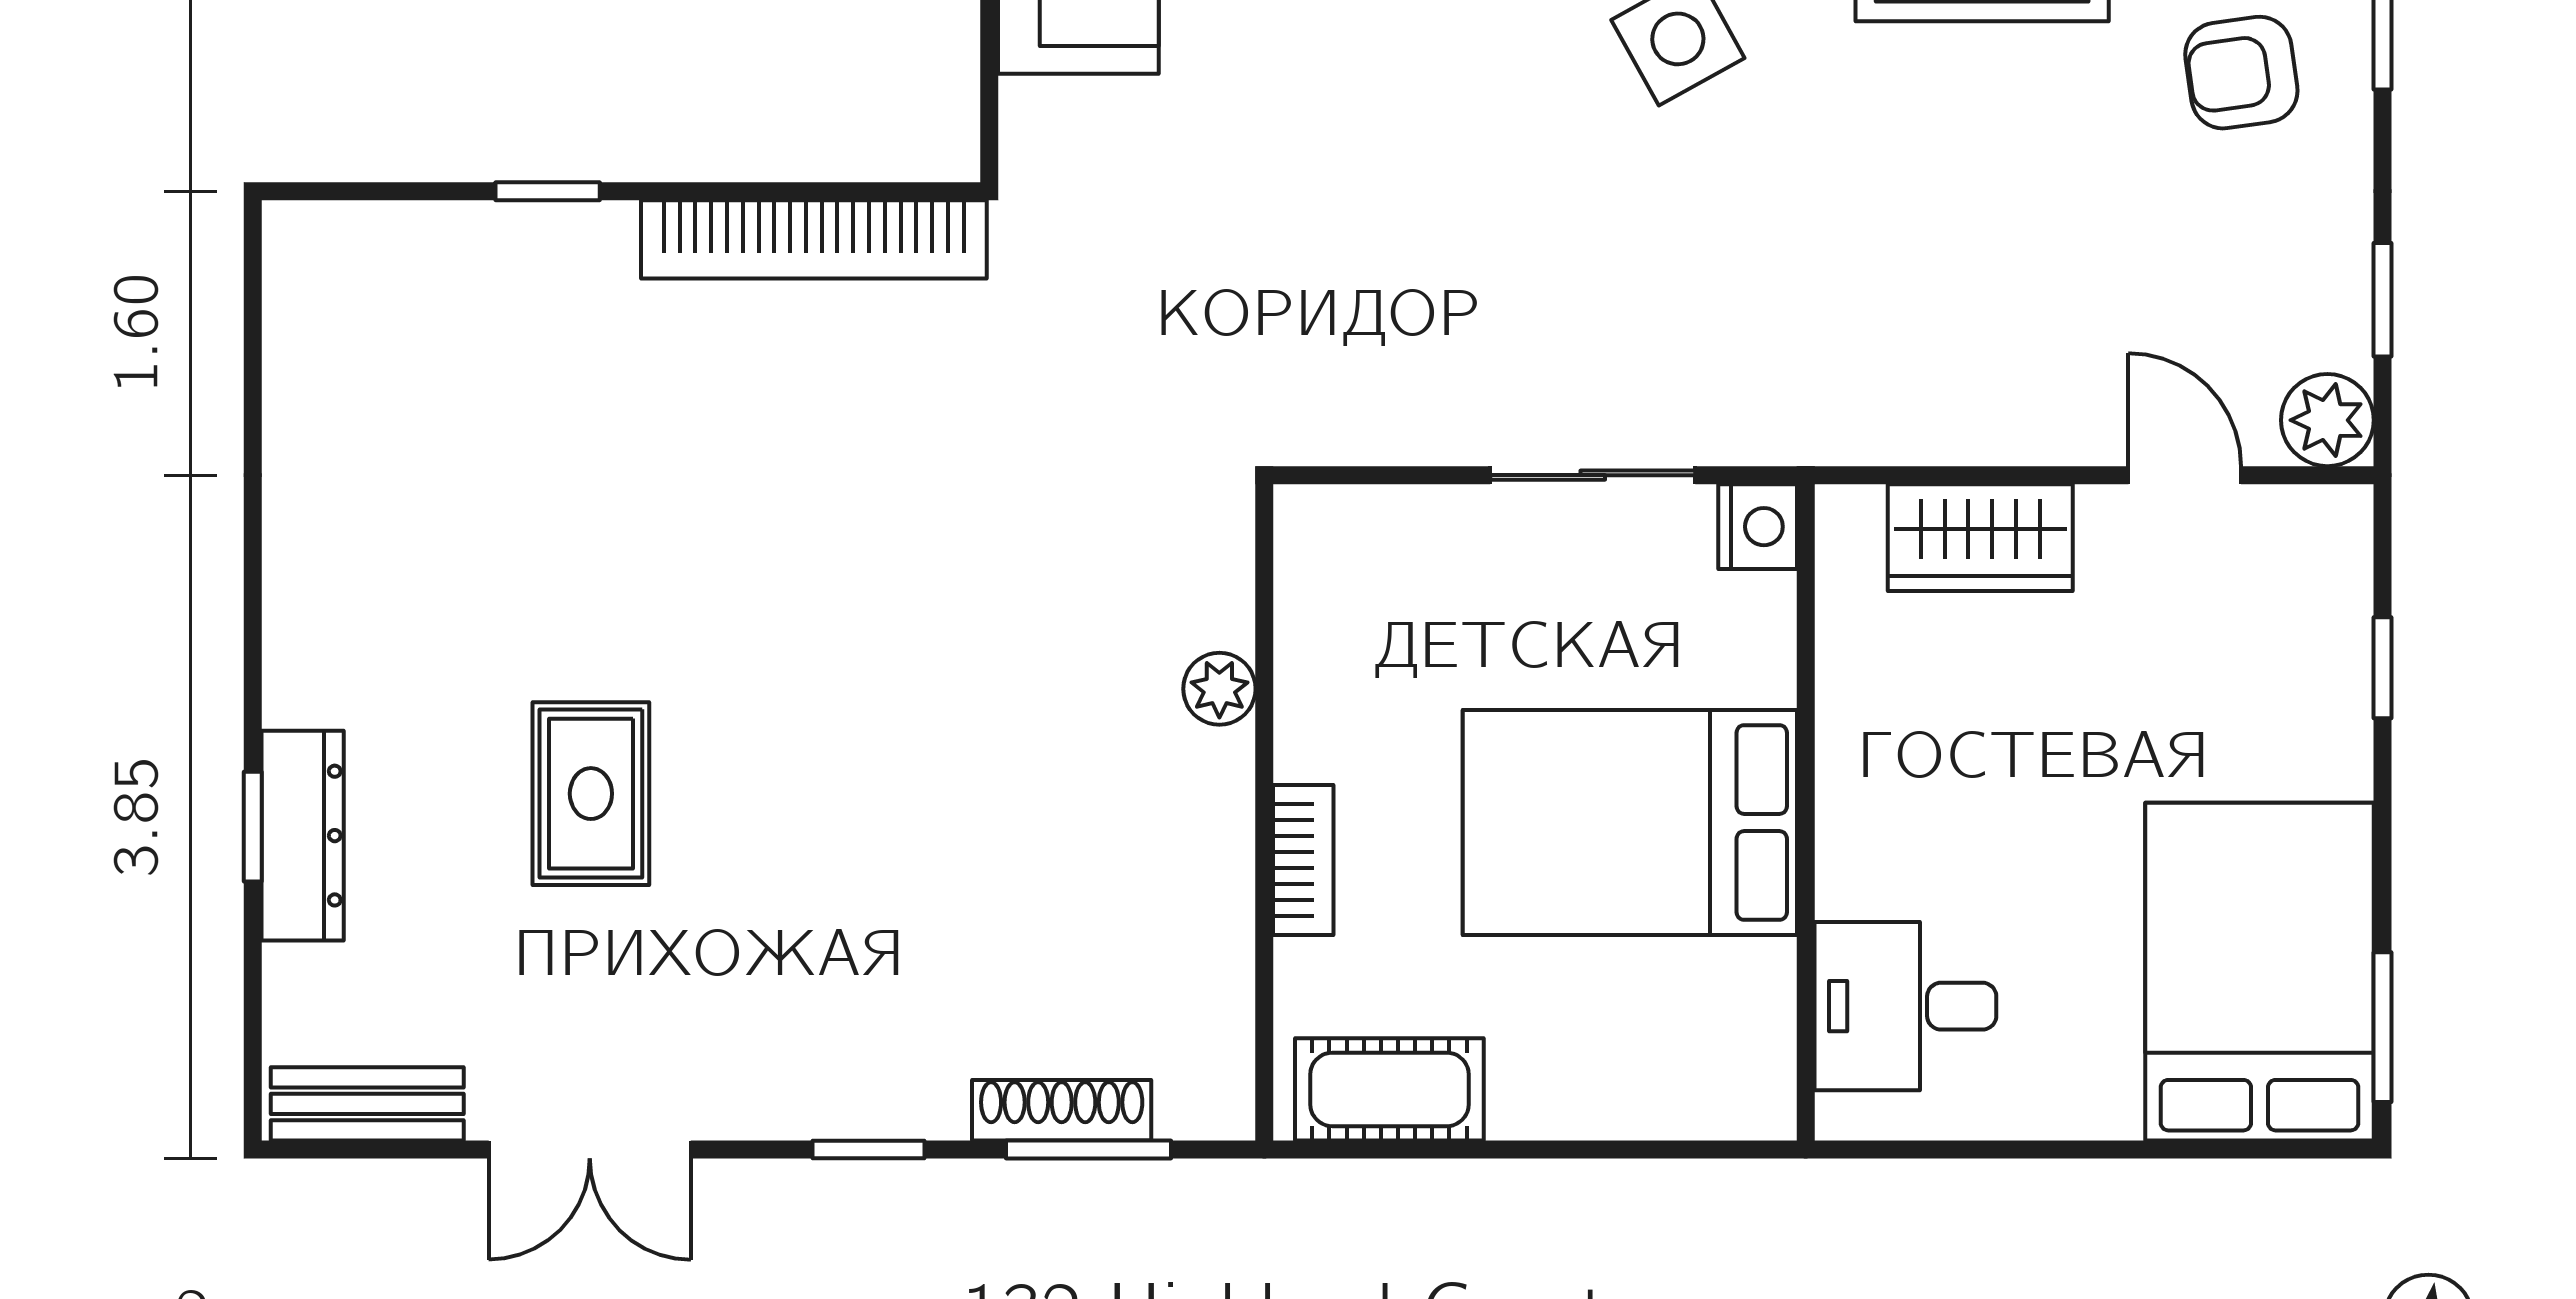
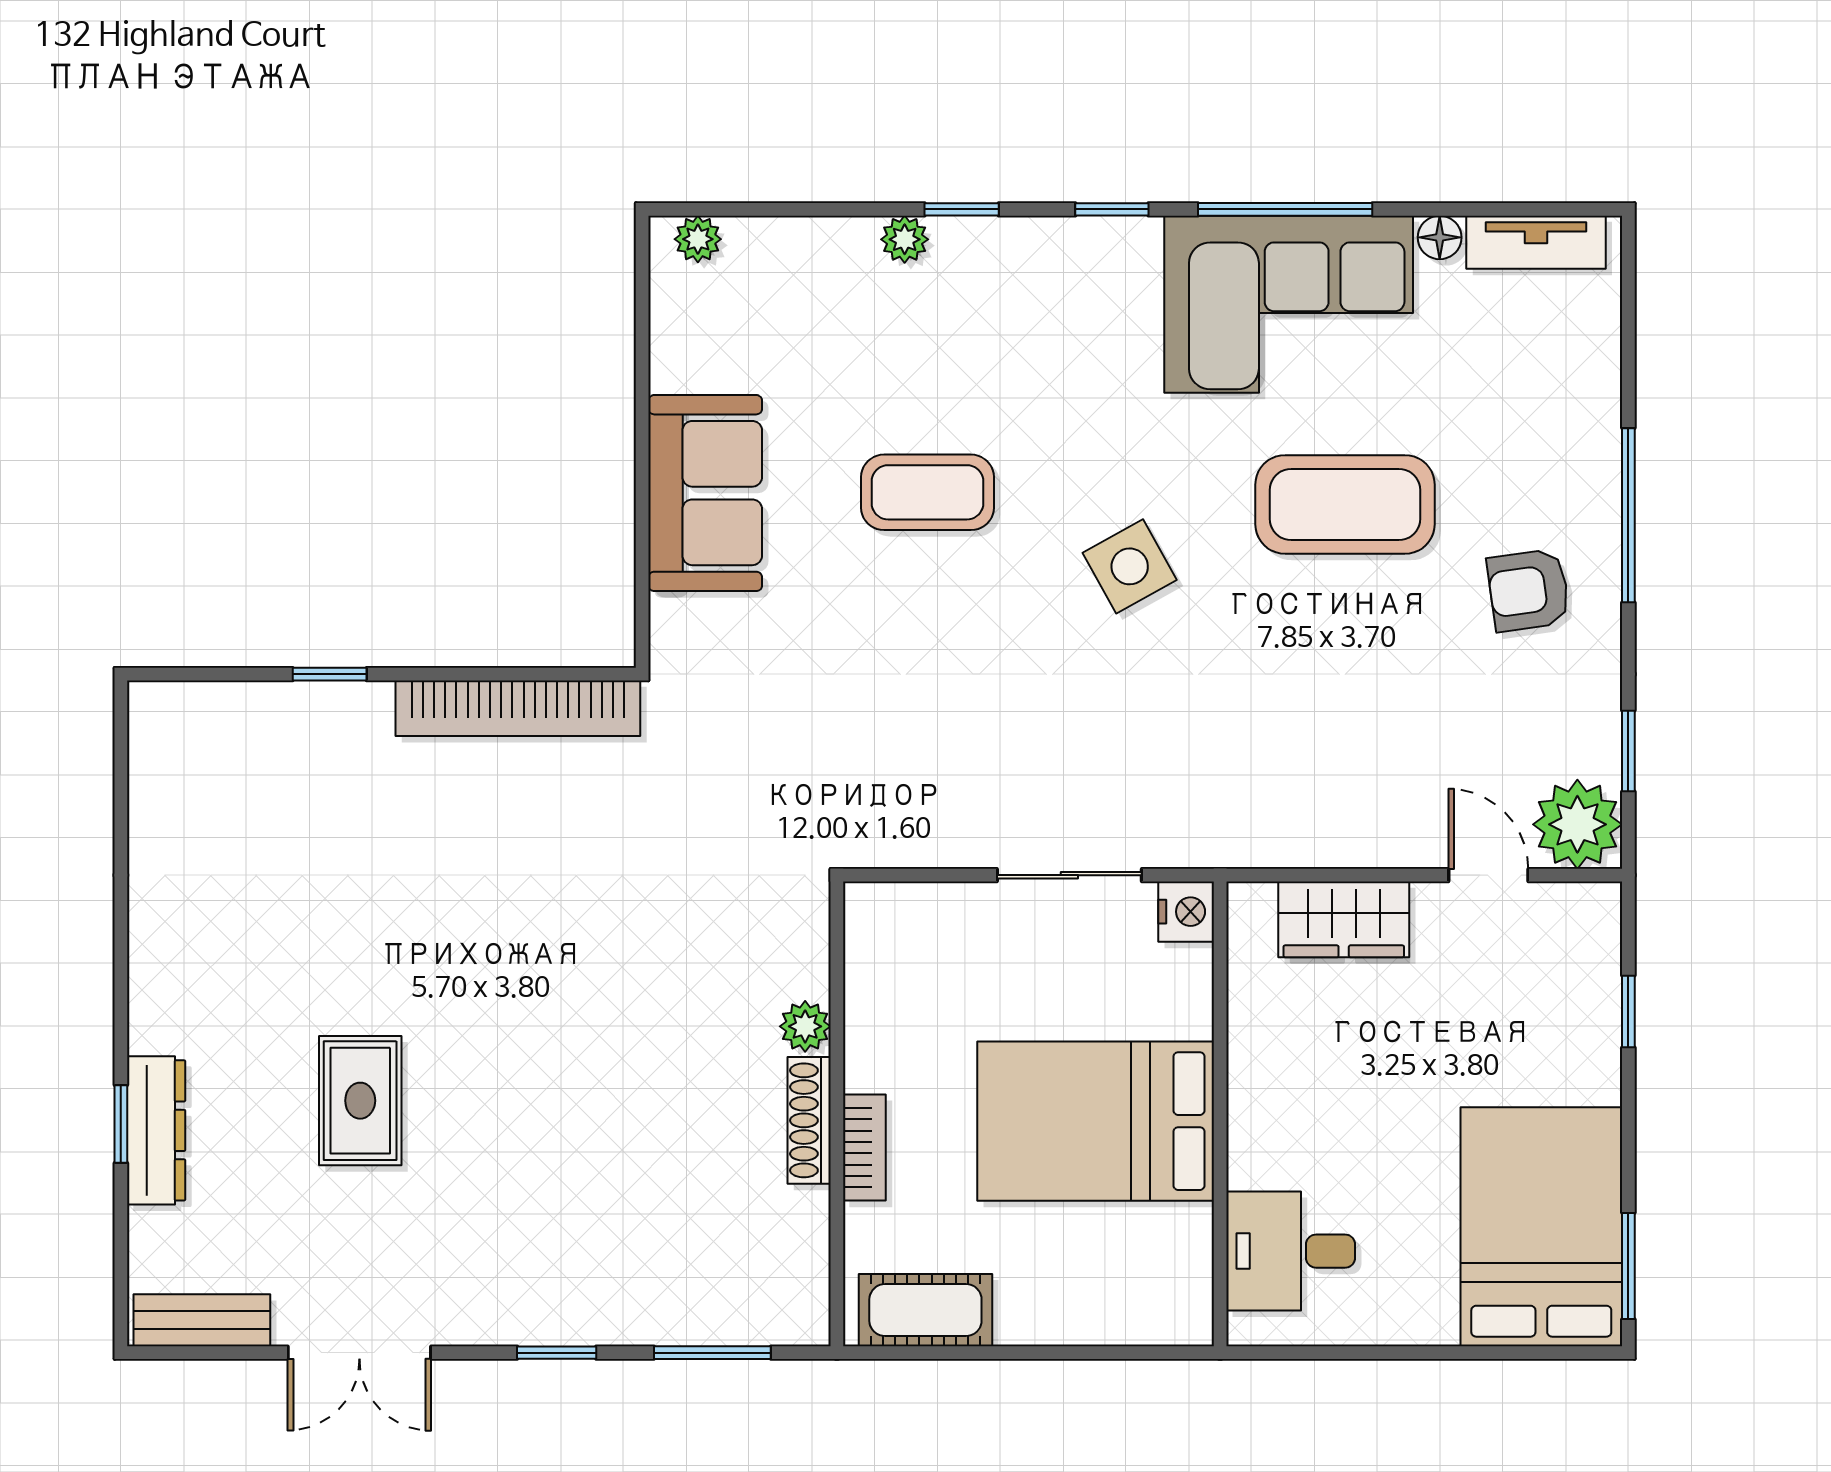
plant: (2327, 420) -> (1577, 824), width x1.36, depth x1.36
shoe rack: (1062, 1110) -> (809, 1120), moved, turned -90

